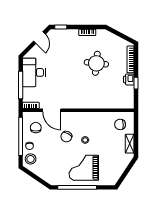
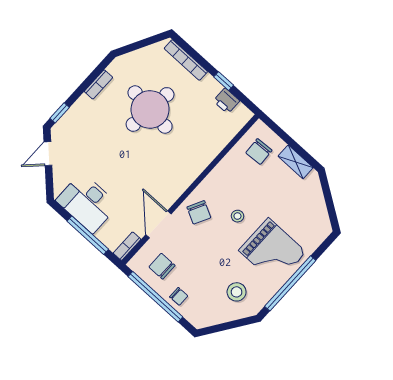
door: (39, 38) -> (48, 154), swing flipped
round table: (96, 63) -> (150, 109), width x1.36, depth x1.36
printer: (129, 79) -> (226, 101), moved
door: (52, 110) -> (158, 224), swing flipped
chair: (66, 137) -> (199, 212), moved
stool: (31, 159) -> (237, 292), moved
grand piano: (84, 168) -> (272, 251), turned -90

